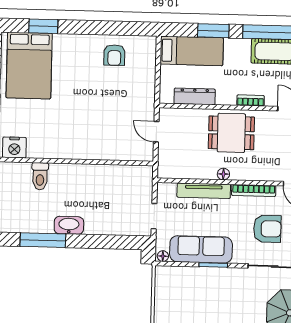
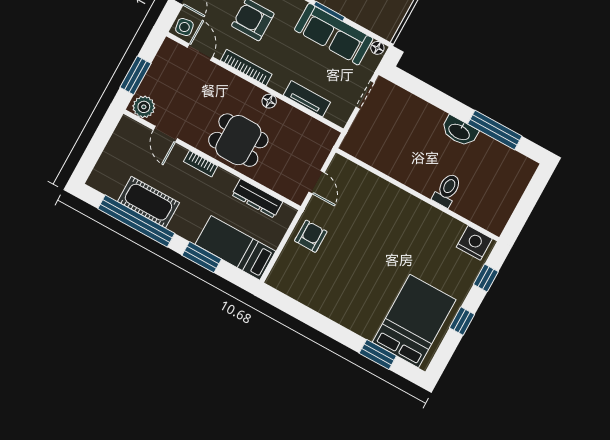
armchair: (114, 55) -> (311, 236), moved
toilet: (40, 176) -> (447, 190), moved
tv unit: (204, 191) -> (307, 99), width x0.71

